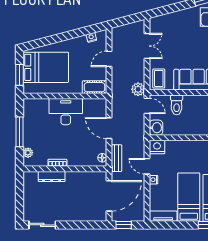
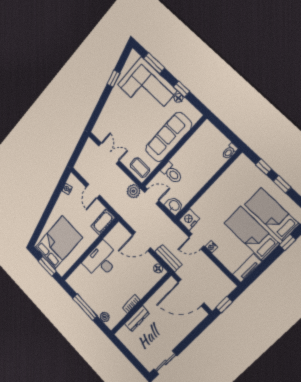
door: (109, 196) -> (191, 293), swing flipped

